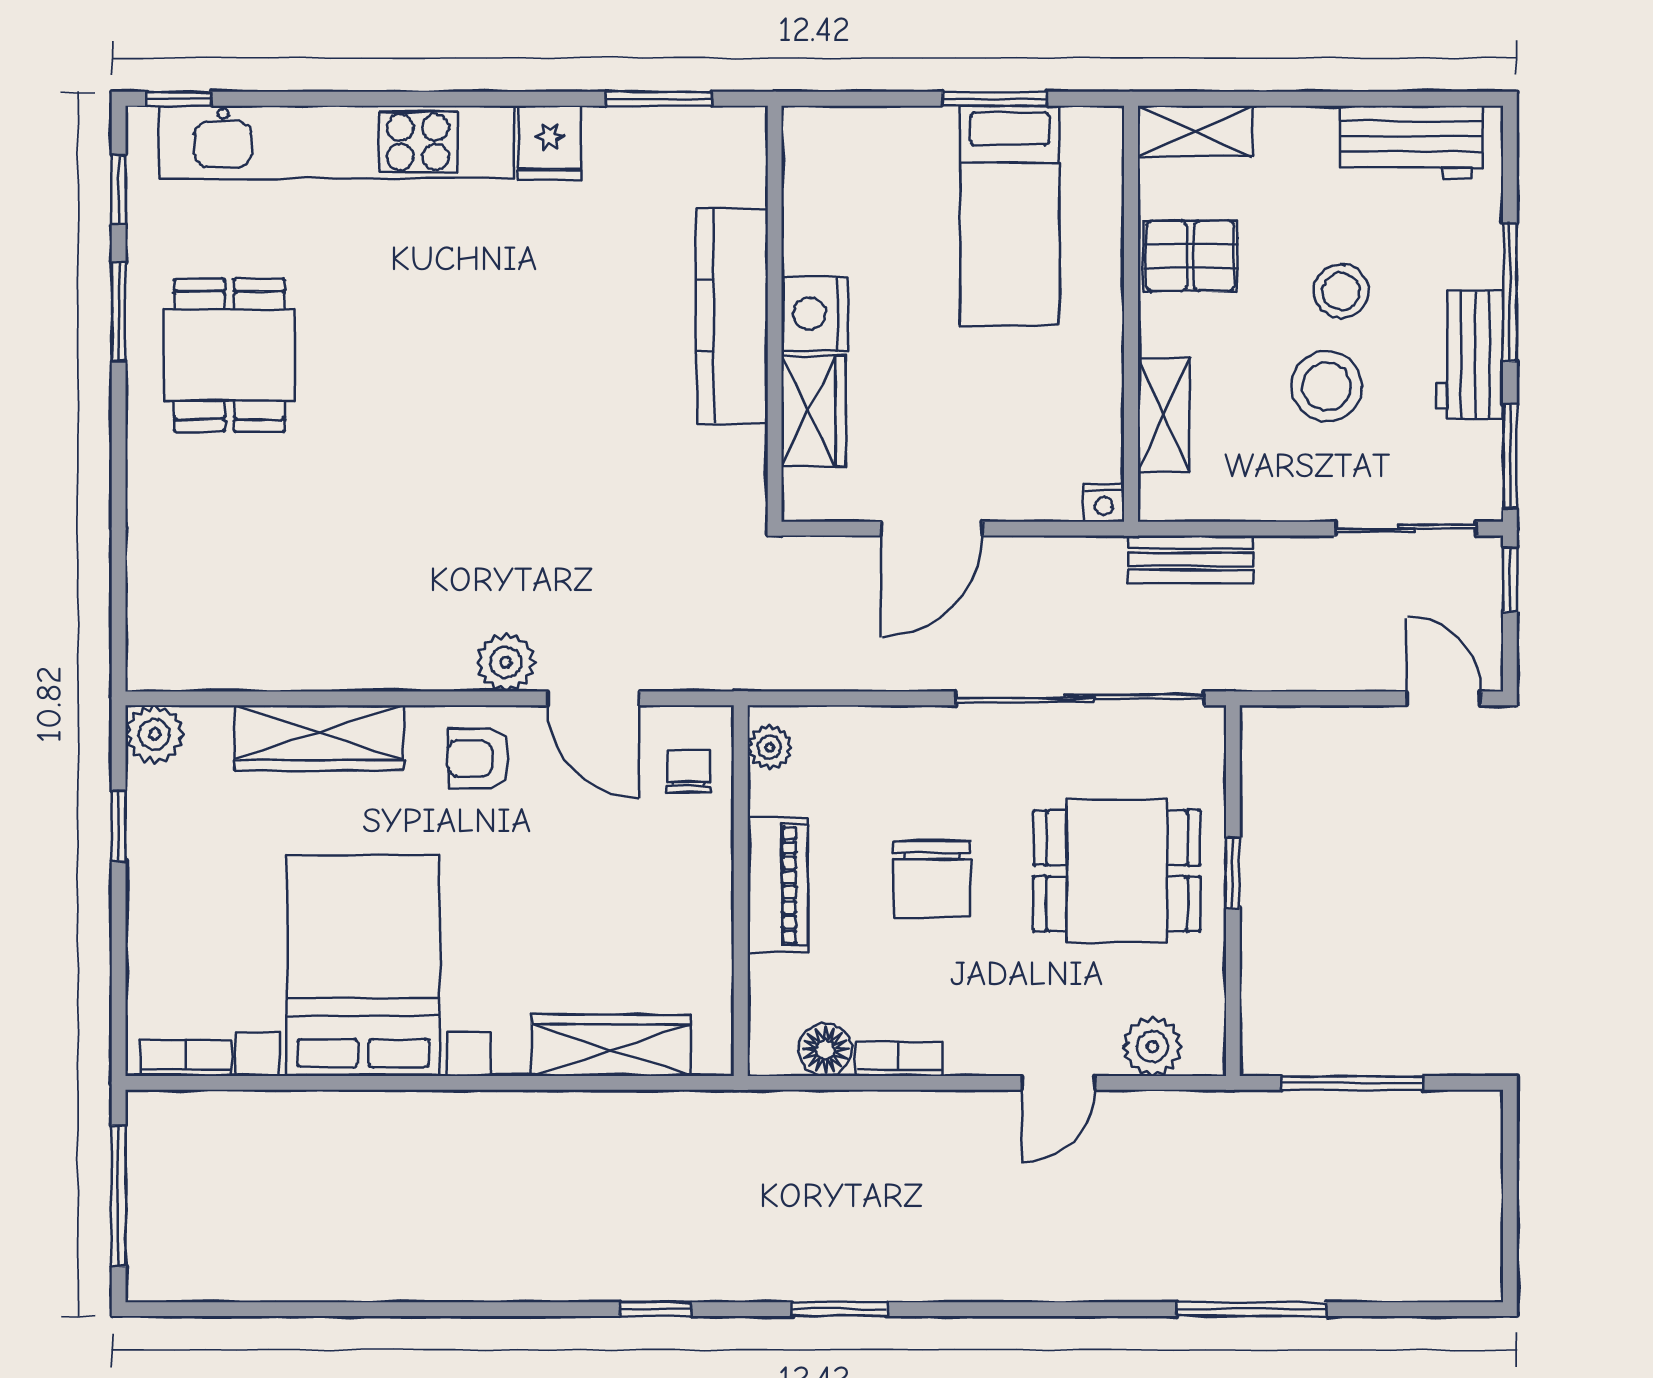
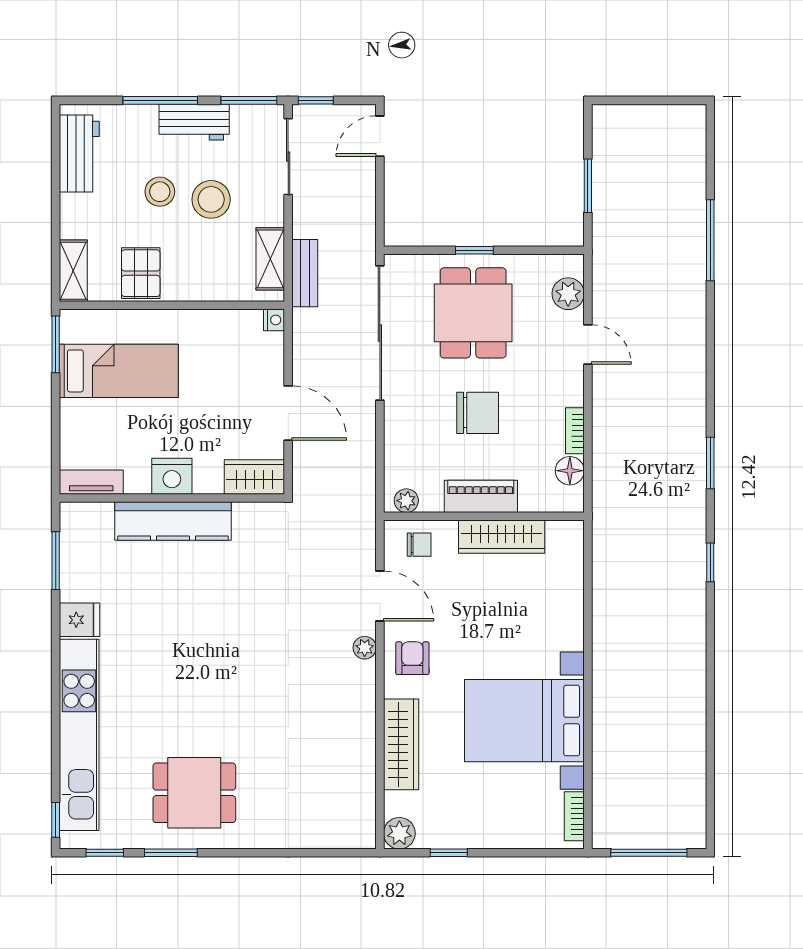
window: (995, 99) -> (56, 344), moved
tv unit: (804, 165) -> (91, 482), added
wardrobe: (814, 411) -> (254, 477), moved
shelving: (1164, 415) -> (270, 259), moved, turned 90
plant: (506, 662) -> (365, 648), width x0.73, depth x0.73
door: (593, 698) -> (380, 596), hinge flipped
armchair: (478, 758) -> (412, 658), turned 180
chair: (689, 771) -> (419, 545), turned 180
wardrobe: (611, 1045) -> (502, 537), moved, turned -90
window: (1352, 1083) -> (588, 186), width x0.69

